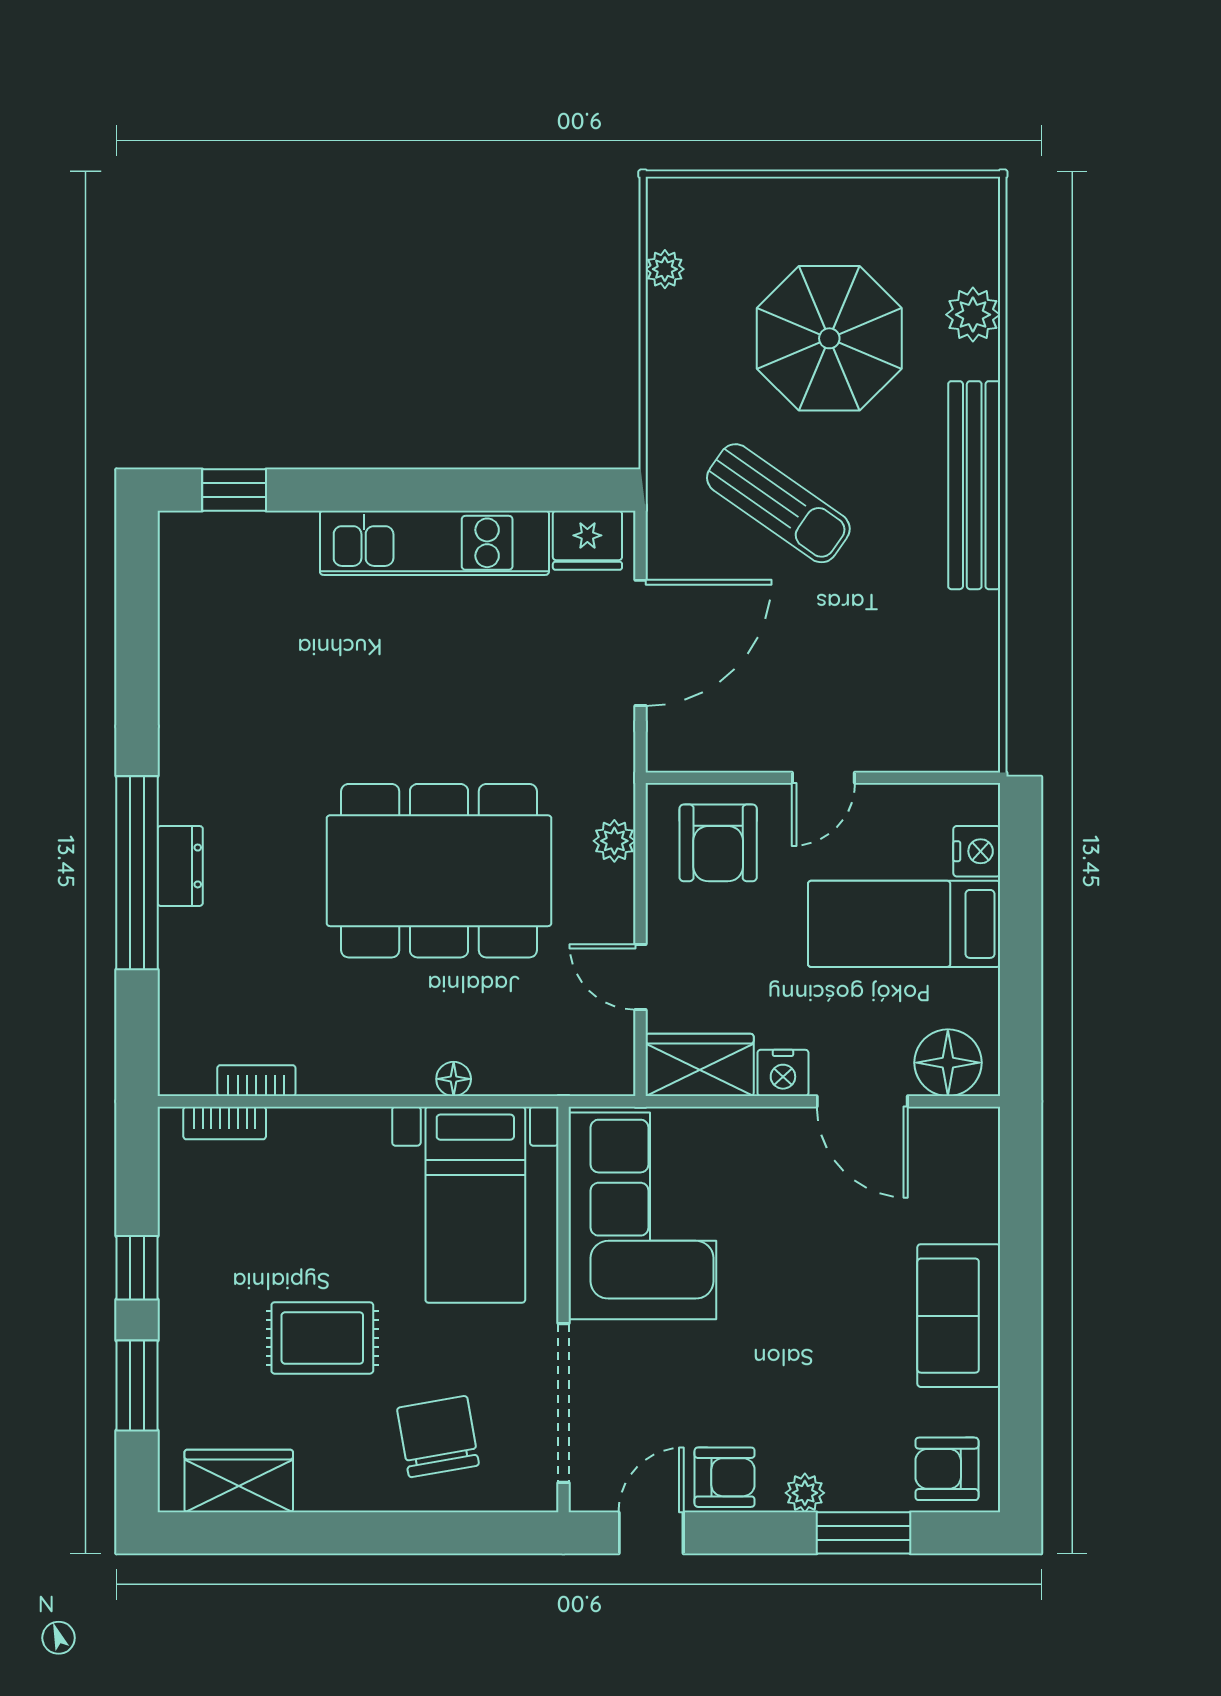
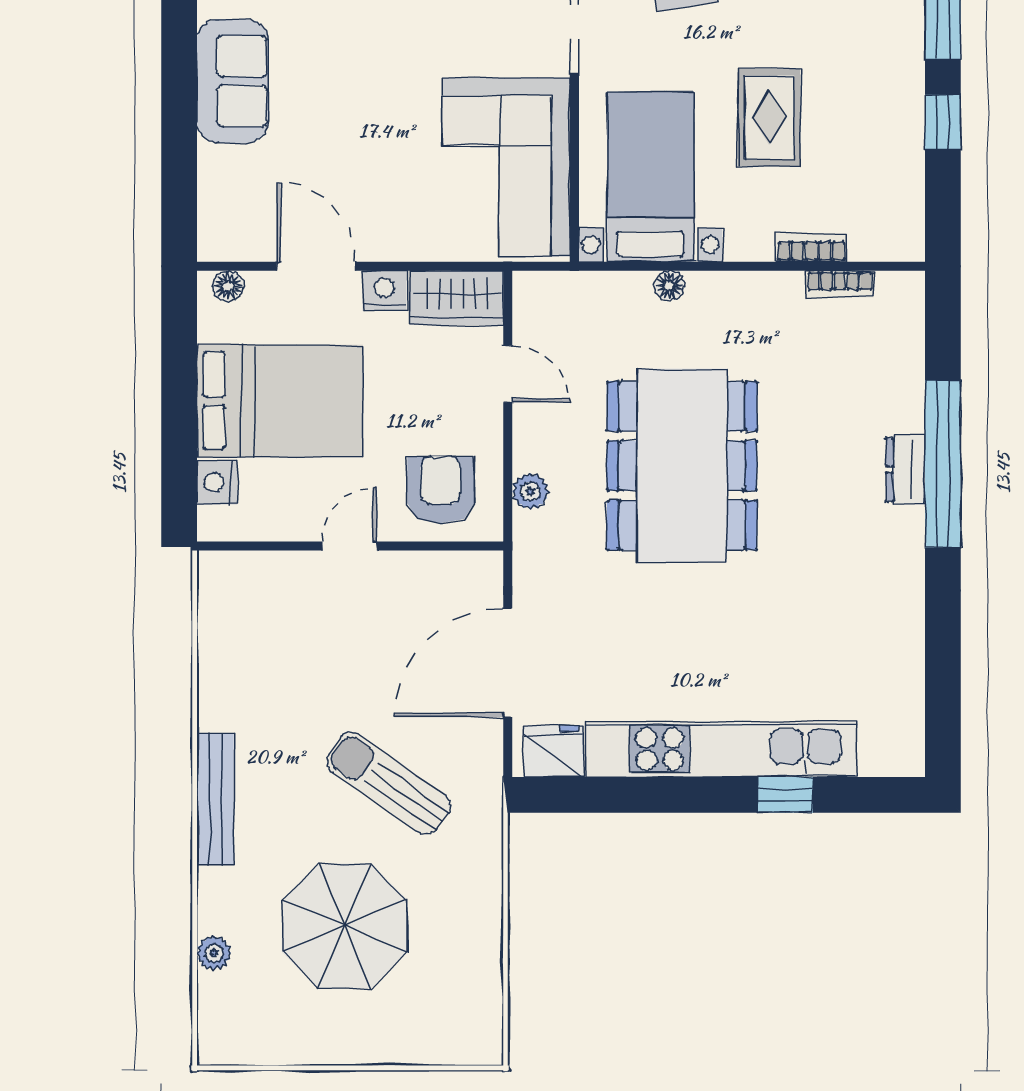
plant: (665, 269) -> (487, 986), removed
plant: (973, 315) -> (214, 953), width x0.73, depth x0.73
bench: (974, 485) -> (215, 799), width x0.73, depth x0.82
window: (234, 490) -> (785, 795), moved
kitchen unit: (434, 543) -> (722, 749), width x1.36
dining table: (439, 871) -> (682, 466), turned 90
bed: (904, 924) -> (280, 401), width x1.50
floor lamp: (948, 1063) -> (228, 286), width x0.53, depth x0.53
bookcase: (225, 1123) -> (811, 248), moved
rug: (322, 1338) -> (769, 118), moved, turned 90

